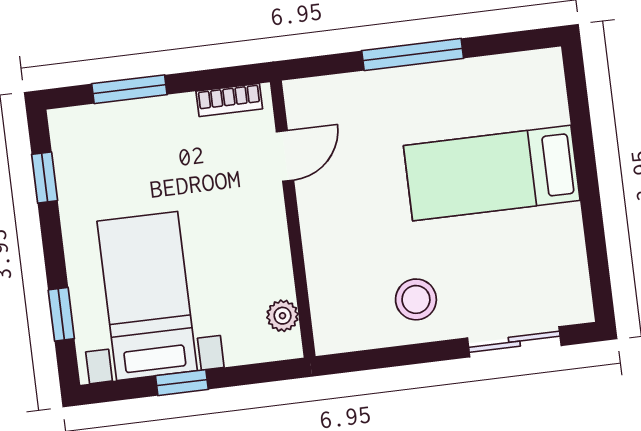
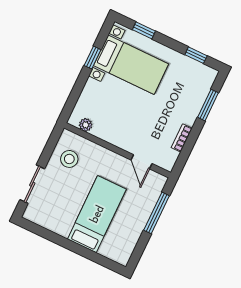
door: (285, 156) -> (141, 162), moved
wall: (293, 219) -> (117, 150), moved
plant: (283, 316) -> (86, 125), moved

